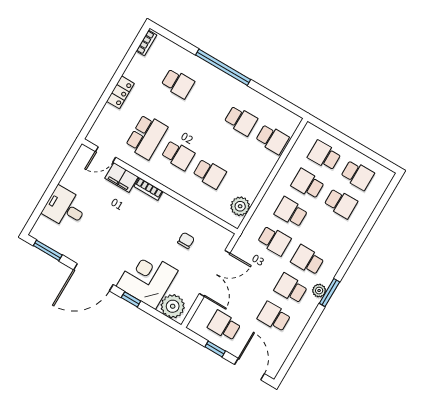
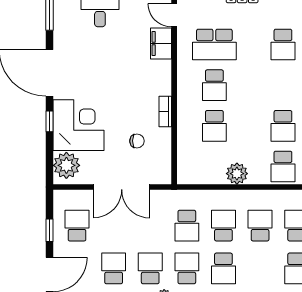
bookcase: (148, 189) -> (165, 111), moved
school desk: (341, 203) -> (223, 268), moved
plant: (240, 206) -> (237, 174), moved

